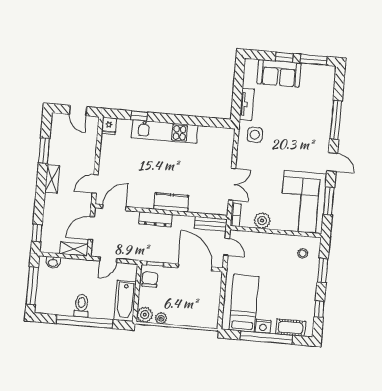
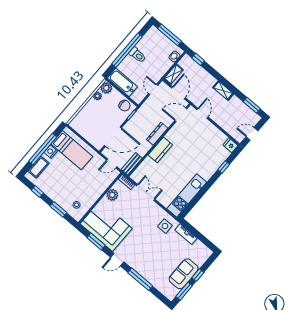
sofa: (279, 73) -> (184, 274), moved
kitchen unit: (165, 132) -> (187, 195), moved
window: (44, 151) -> (252, 105), moved
double door: (232, 184) -> (146, 192), swing flipped
door: (114, 208) -> (181, 115), swing flipped

